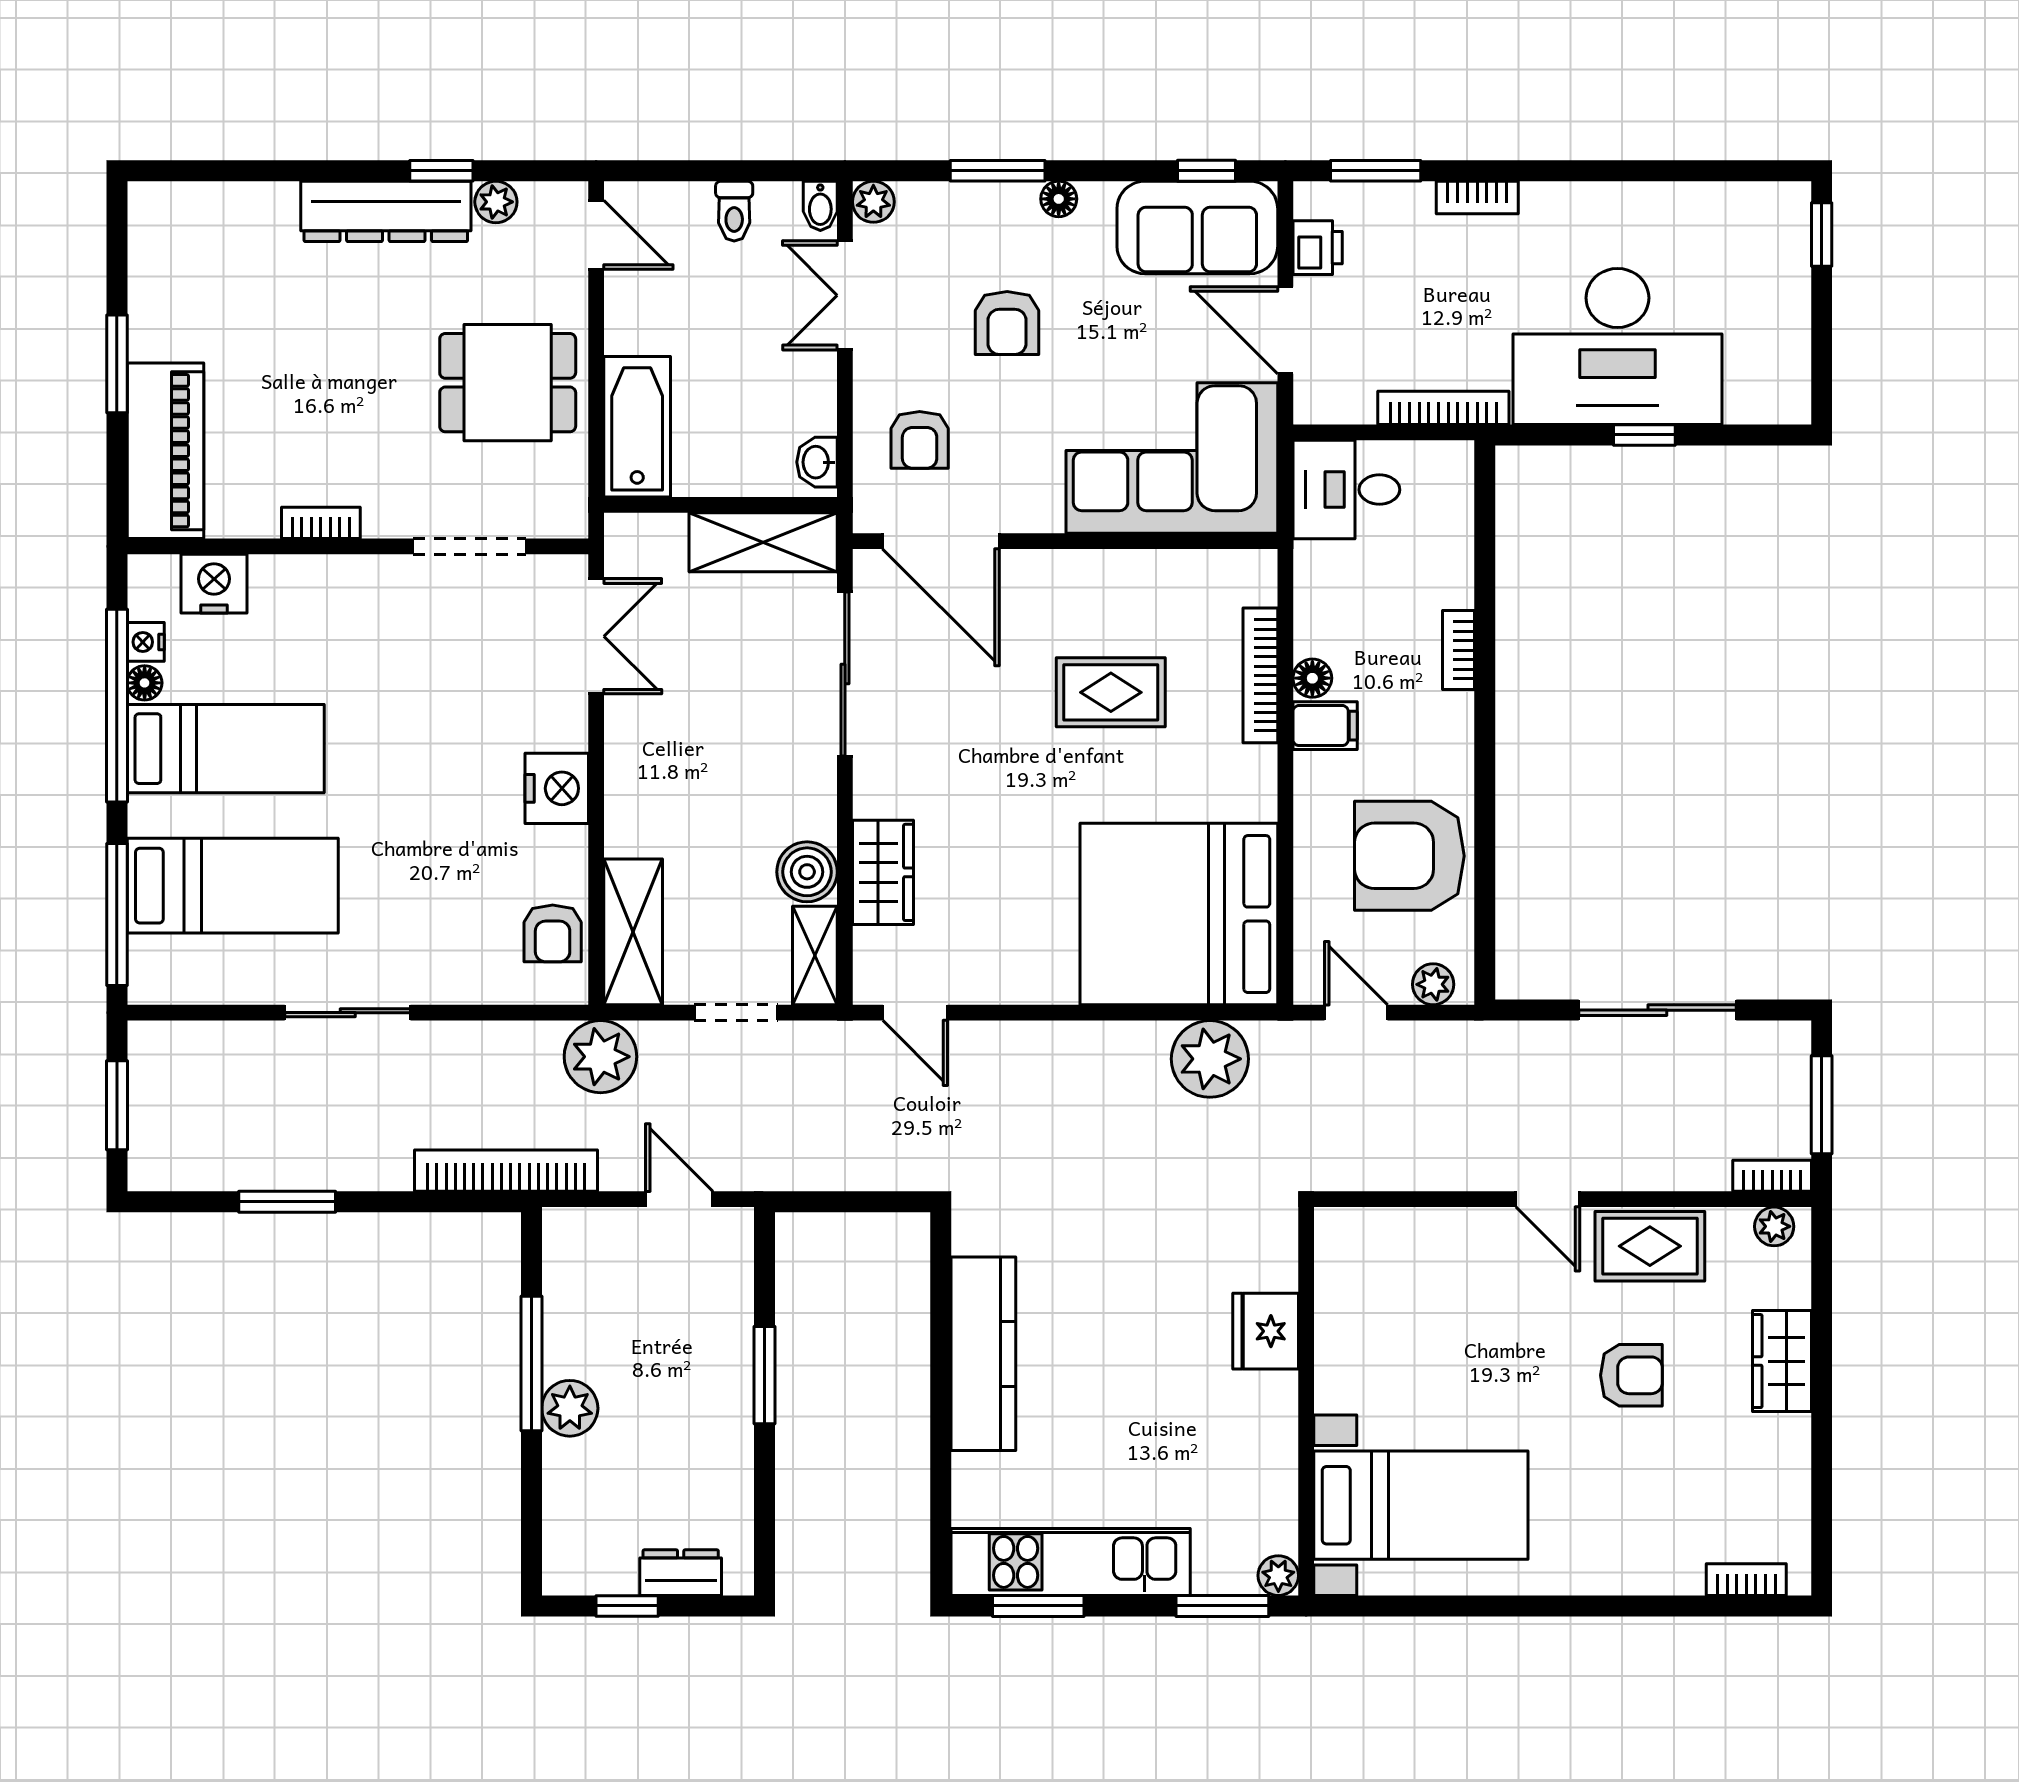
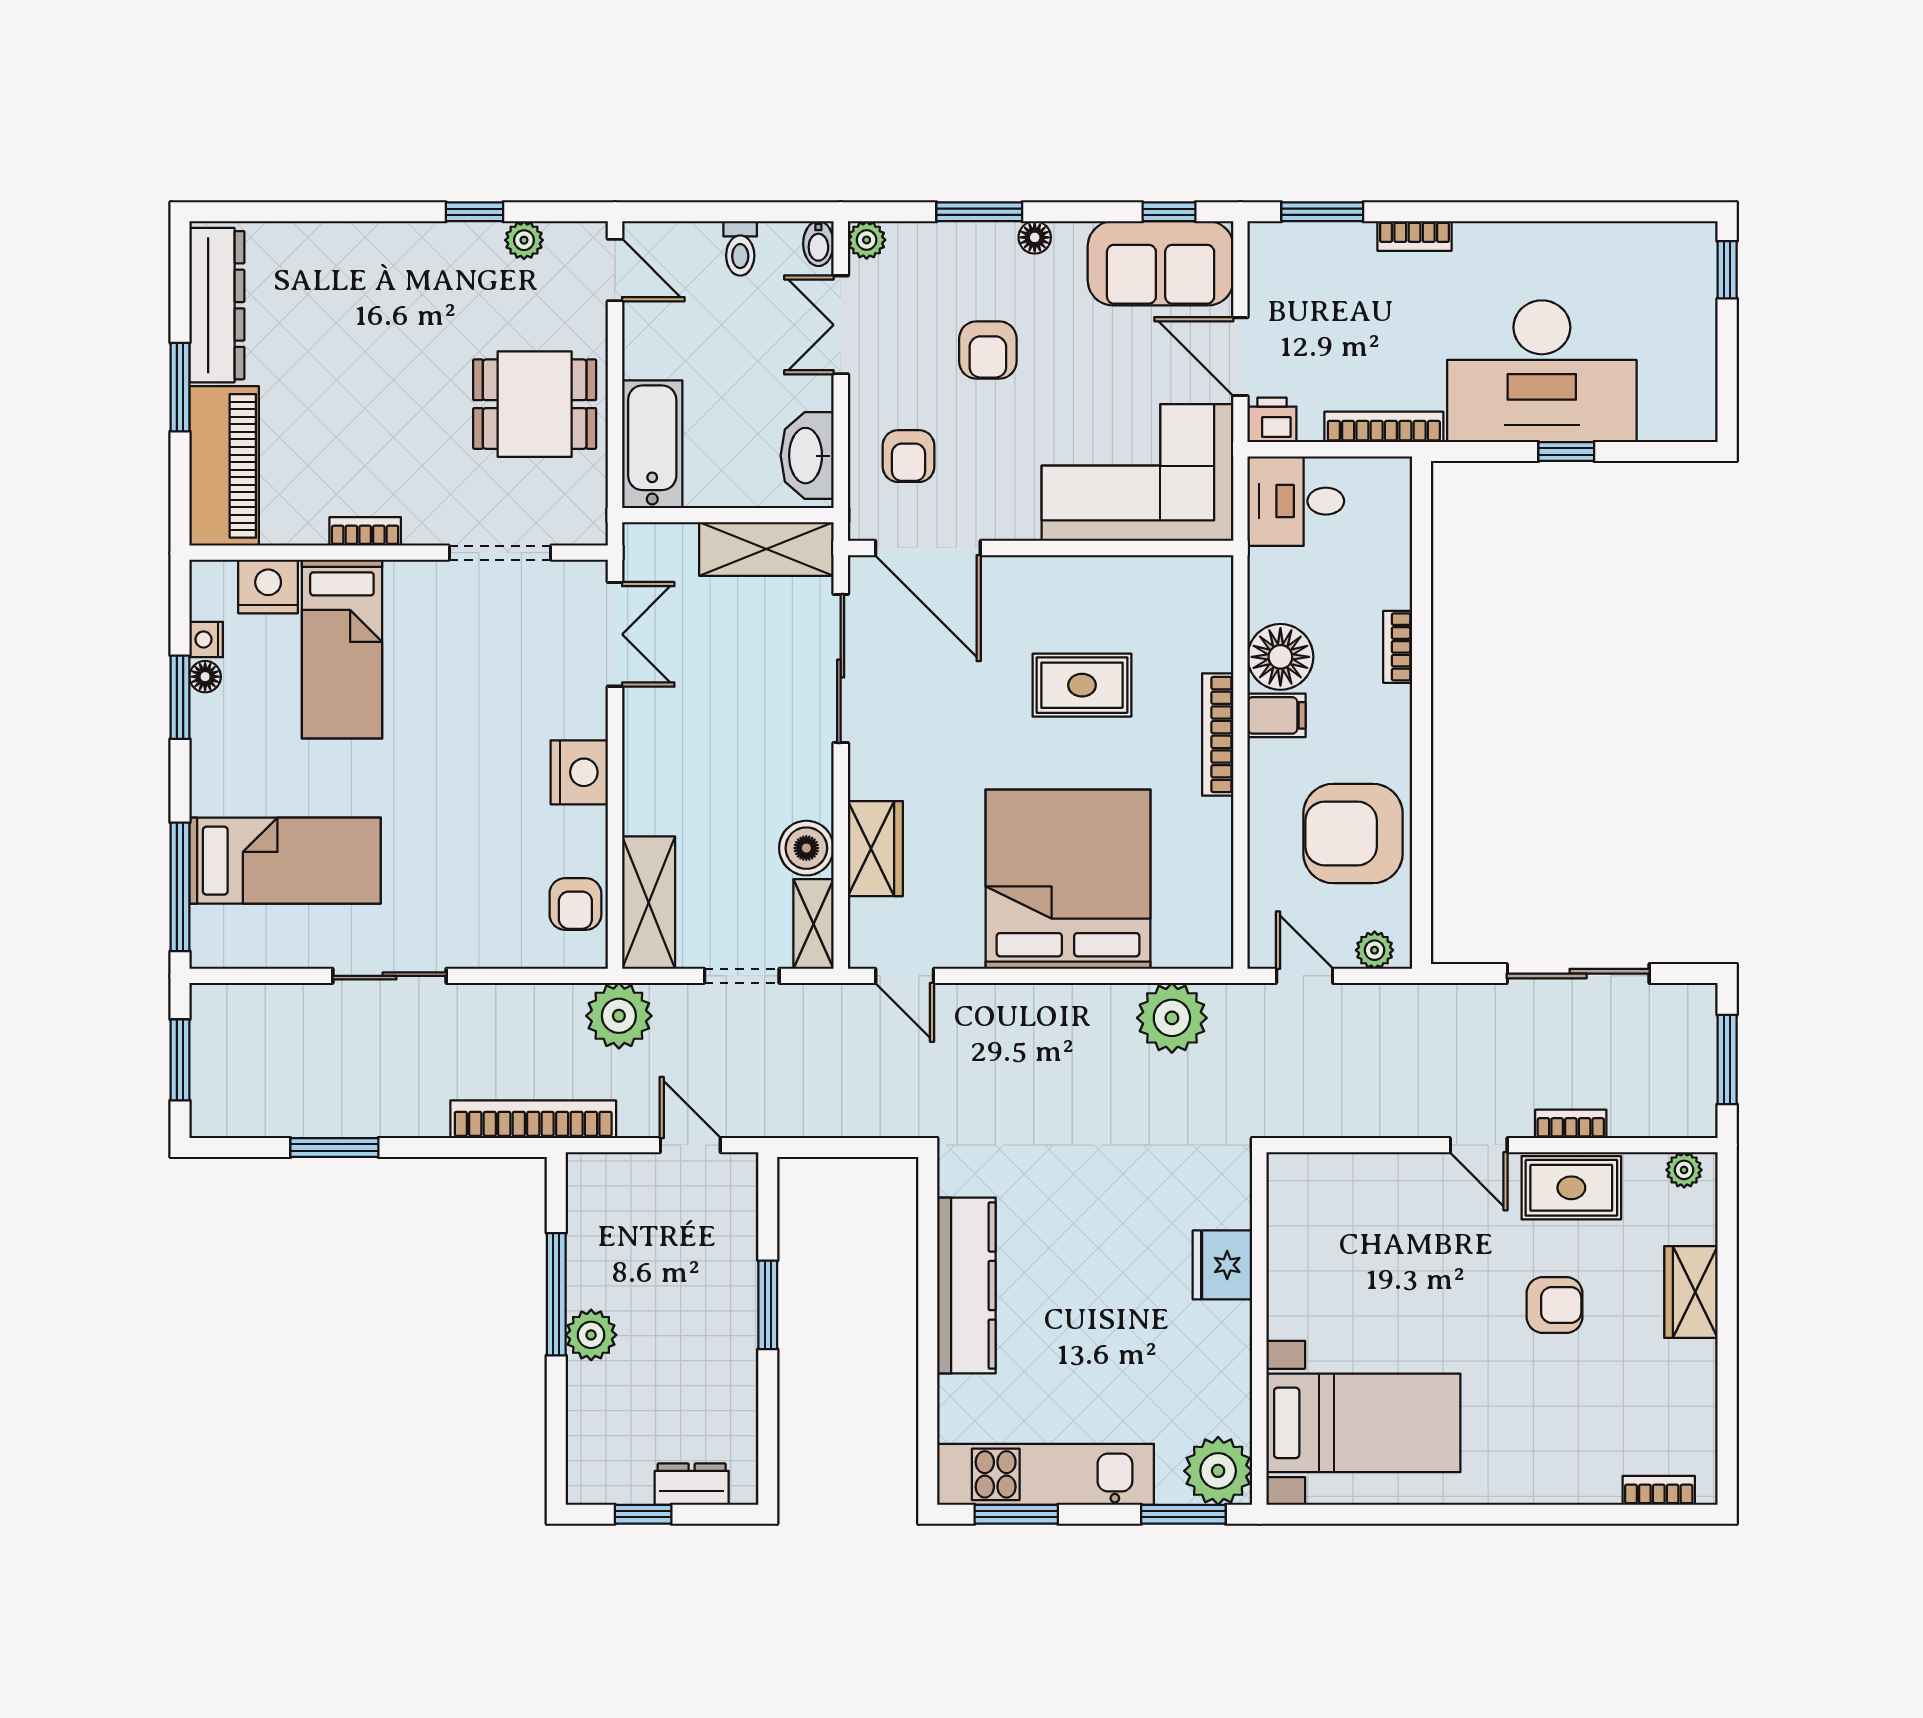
dresser: (386, 211) -> (217, 305), moved, turned -90
printer: (1318, 248) -> (1272, 420), moved, turned -90
washbasin: (817, 462) -> (807, 456), width x1.91, depth x1.45
bookcase: (1260, 675) -> (1218, 735), moved
floor lamp: (1312, 678) -> (1280, 657), width x1.89, depth x1.89
window: (117, 706) -> (180, 697), width x0.47
bed: (226, 749) -> (342, 649), moved, turned 90
bed: (1179, 914) -> (1068, 879), moved, turned 90
bookcase: (1772, 1176) -> (1571, 1124), moved
plant: (1278, 1576) -> (1218, 1471), width x1.88, depth x1.88

